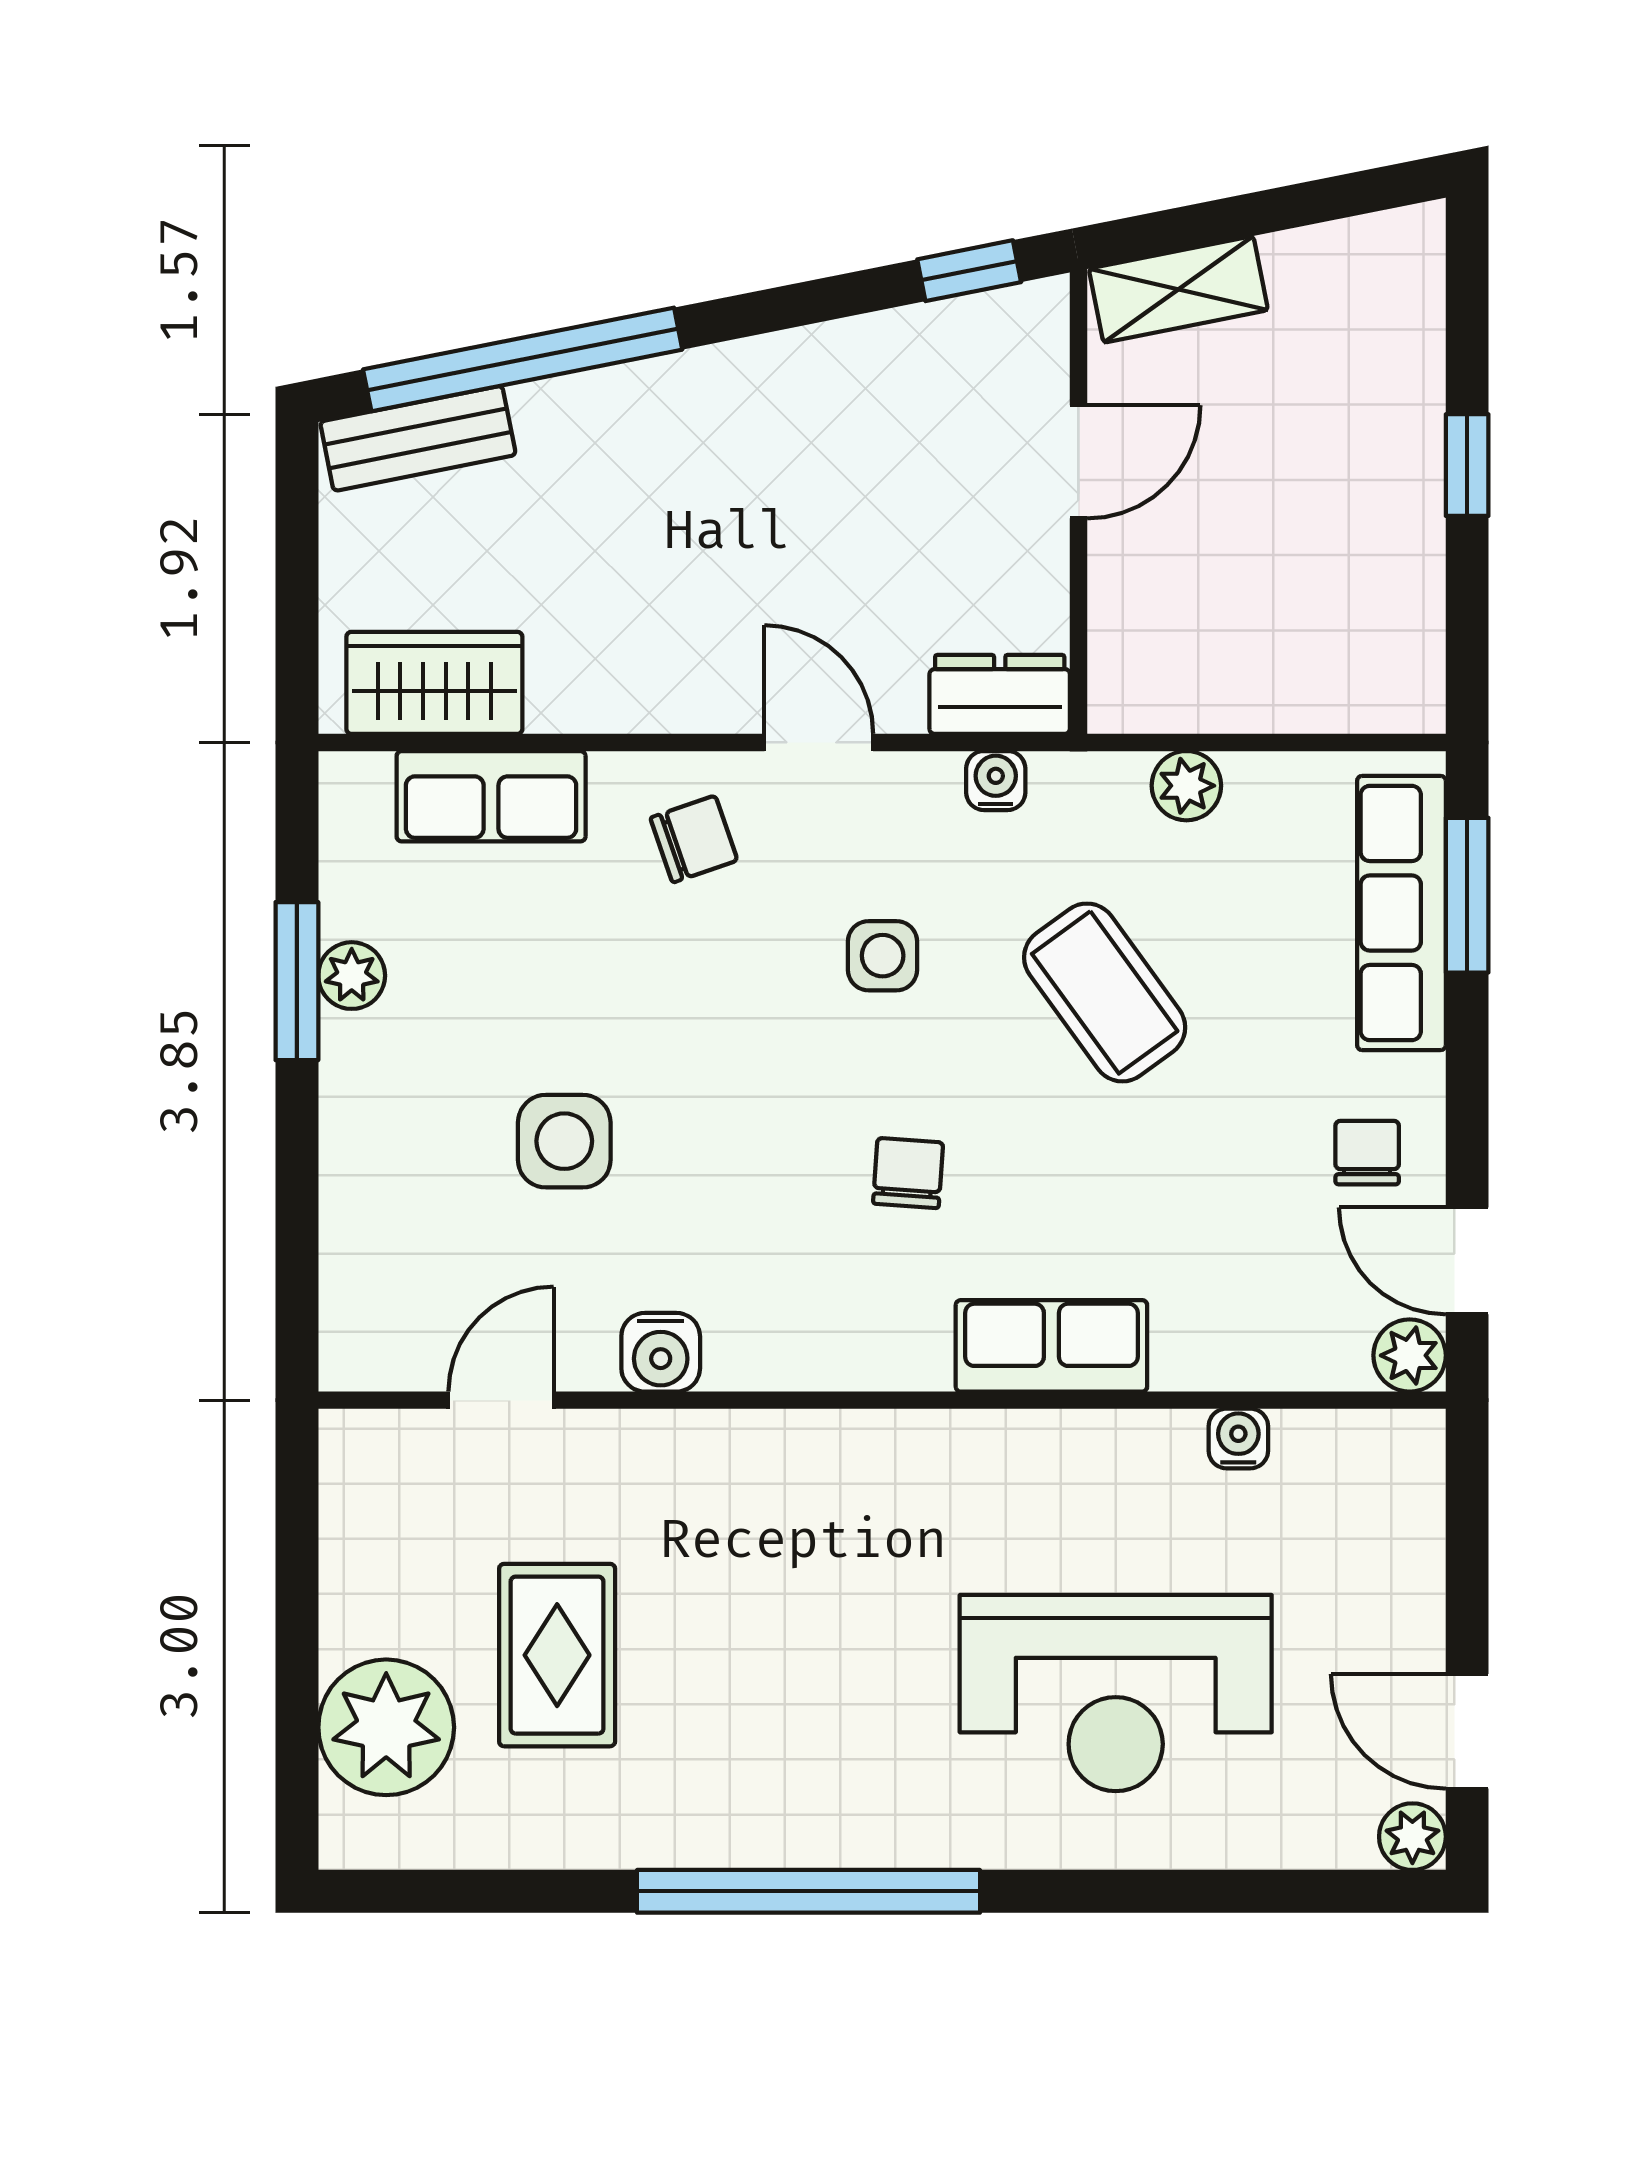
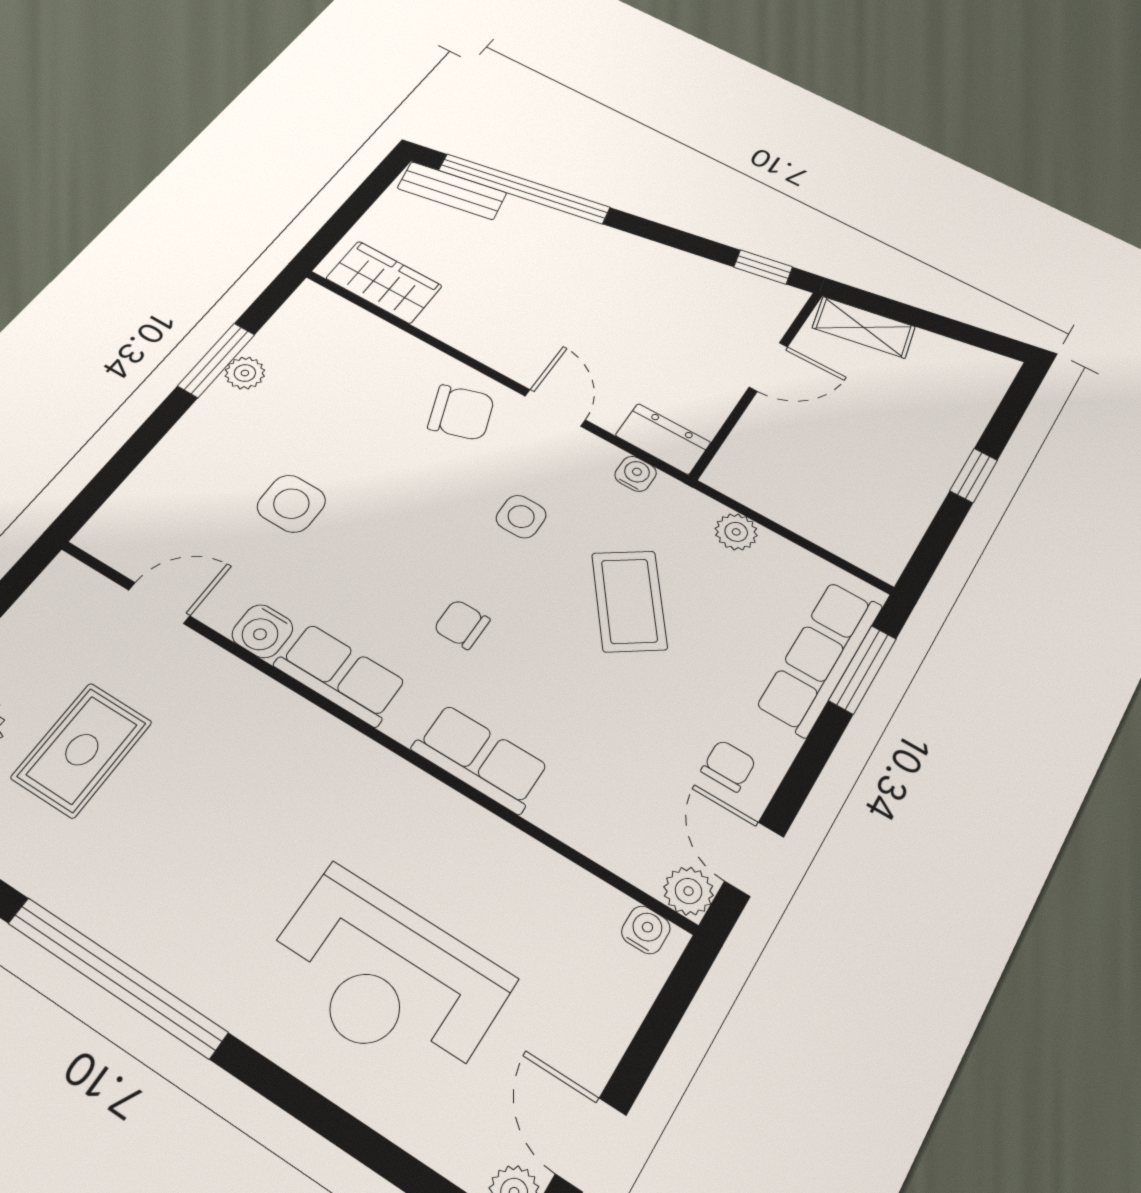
row of seats: (491, 796) -> (341, 674), moved, turned 180
chair: (694, 839) -> (461, 413), width x1.37, depth x1.37
chair: (908, 1173) -> (462, 624), turned -94
water cooler: (1238, 1439) -> (646, 930), moved

